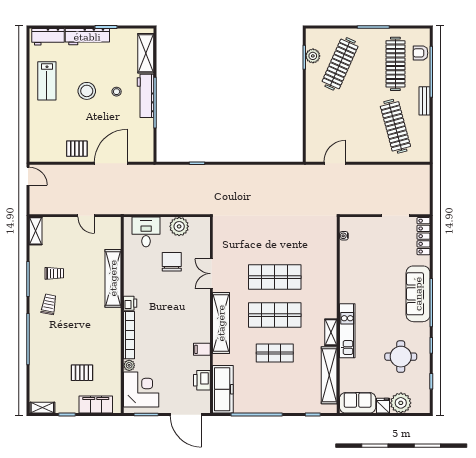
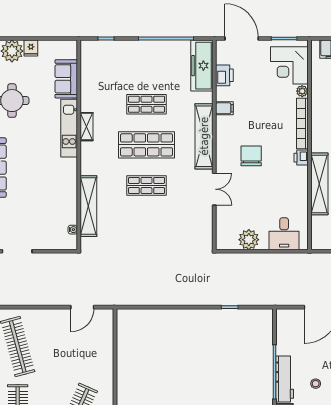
chair: (172, 262) -> (251, 156), moved, turned 180
shop shelf: (275, 277) -> (147, 186), width x0.70, depth x0.74
shelving: (329, 375) -> (88, 206), moved
sofa: (358, 403) -> (66, 79), moved, turned 90

